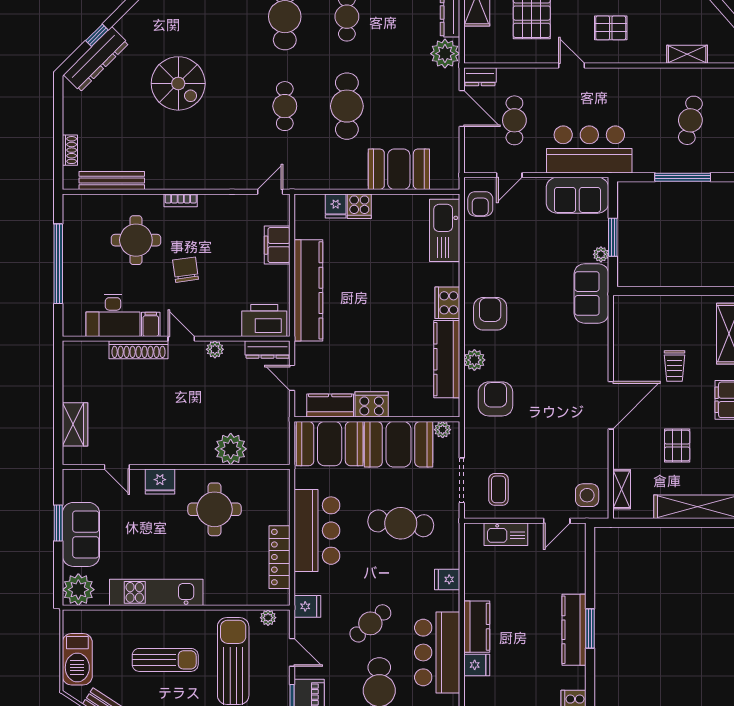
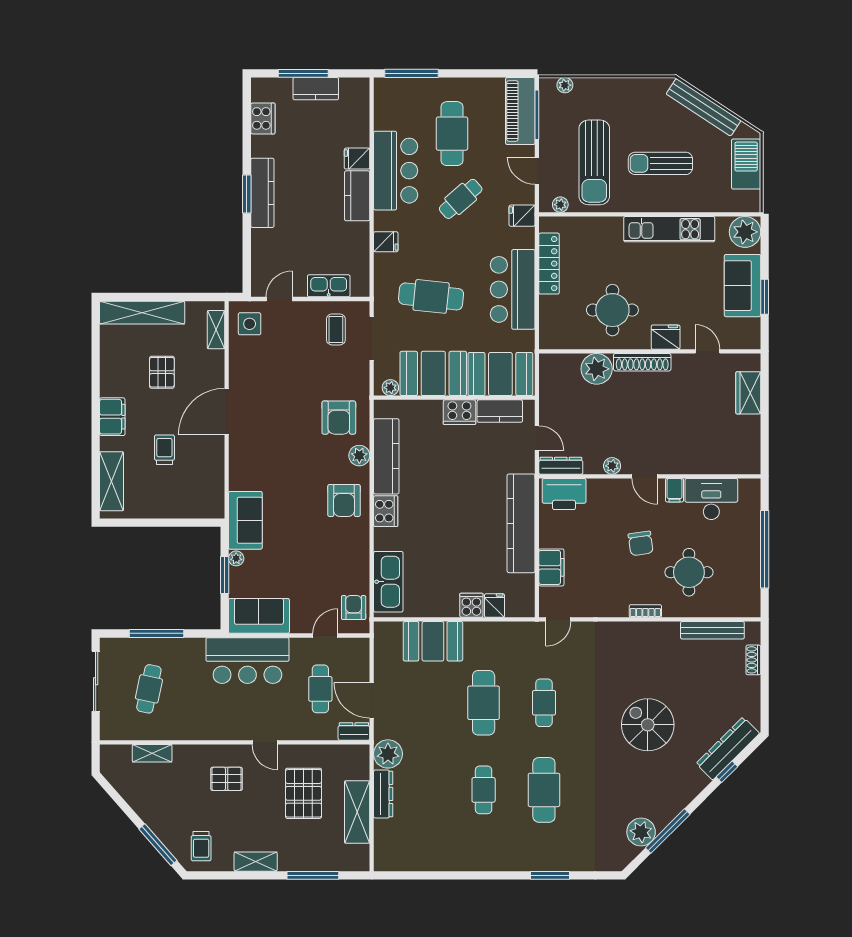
shoe rack: (139, 350) -> (642, 362), moved, turned 180

